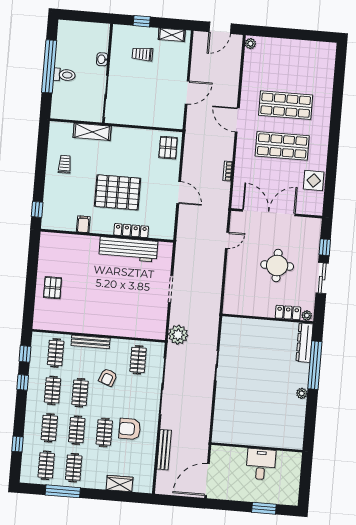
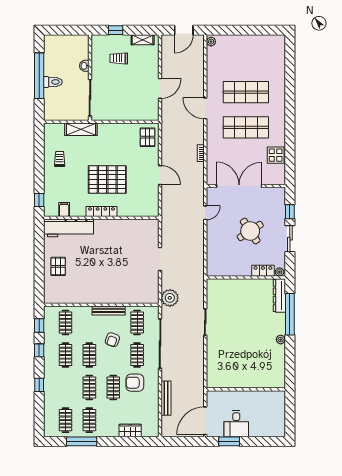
filing cabinet: (83, 224) -> (64, 209), moved
locker: (131, 231) -> (101, 211), moved
workbench: (128, 249) -> (69, 228), moved
round table: (277, 265) -> (250, 231), turned -33
bench: (91, 342) -> (109, 310), moved
clothes rail: (49, 428) -> (137, 355), moved
window: (17, 444) -> (39, 385), moved
desk: (261, 464) -> (236, 424), moved, turned 180
window: (264, 508) -> (229, 441), moved

